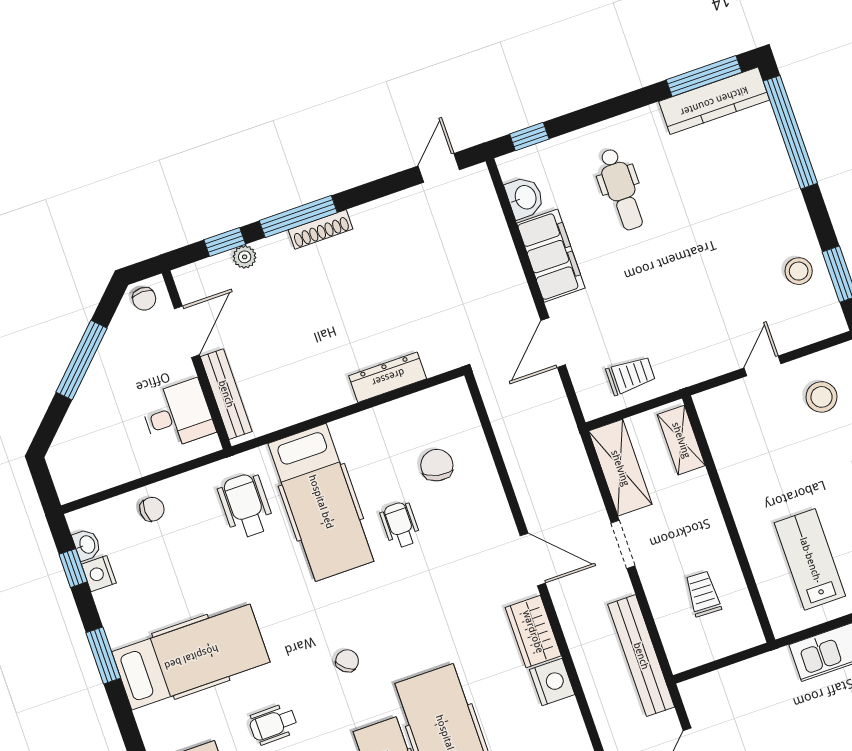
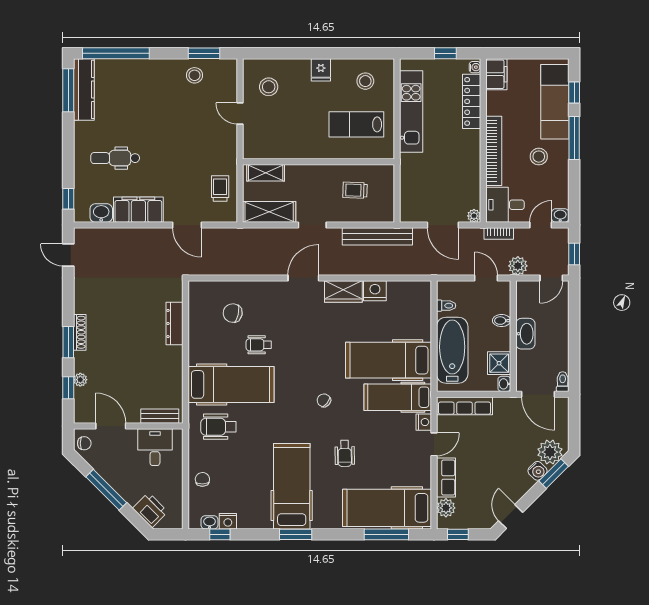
dental chair: (621, 189) -> (115, 158), turned 180
window: (298, 217) -> (68, 342), width x0.69
bench: (226, 394) -> (160, 416), width x0.73
printer: (74, 442) -> (150, 510), added
window: (103, 655) -> (296, 534), moved

